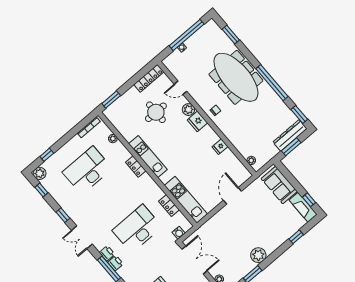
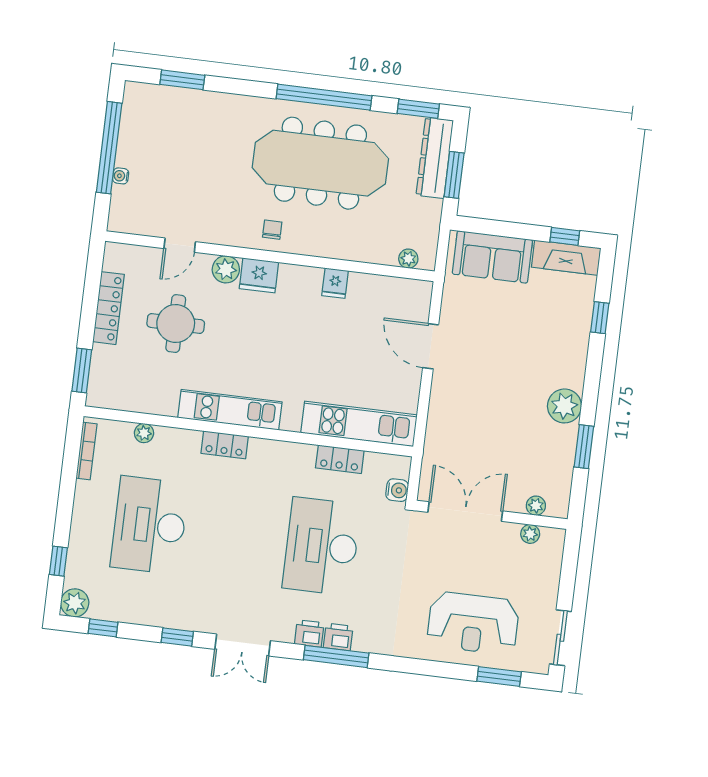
meeting table: (236, 77) -> (320, 163), moved
locker: (149, 78) -> (109, 308), moved

